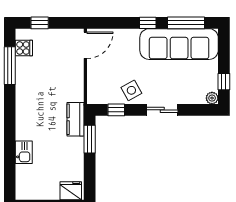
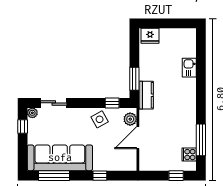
window: (148, 23) -> (100, 176), moved
door: (85, 45) -> (138, 138), moved
plant: (95, 91) -> (130, 119), added
sliding door: (162, 110) -> (54, 103), moved

